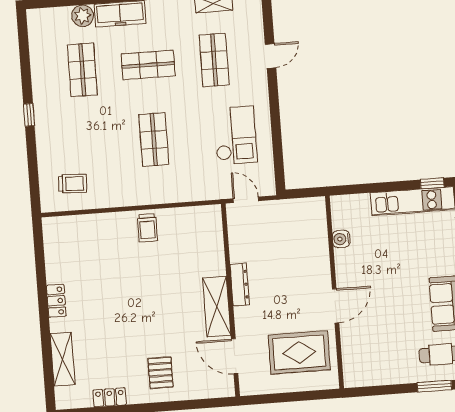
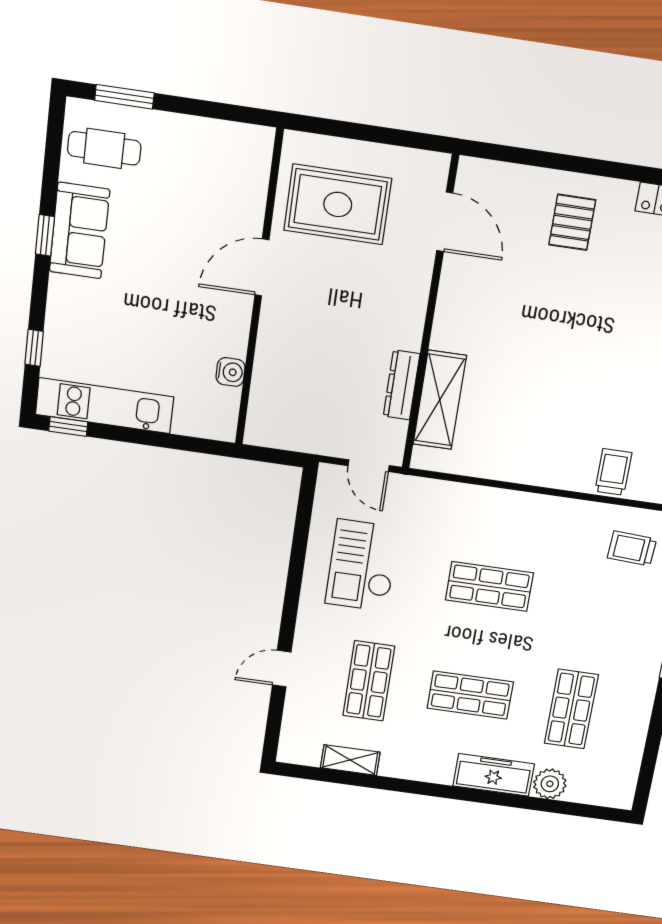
shop shelf: (154, 139) -> (489, 586), turned 90
trolley: (147, 228) -> (613, 472), moved
dresser: (240, 285) -> (402, 385), moved
shelving: (217, 307) -> (440, 400), moved

